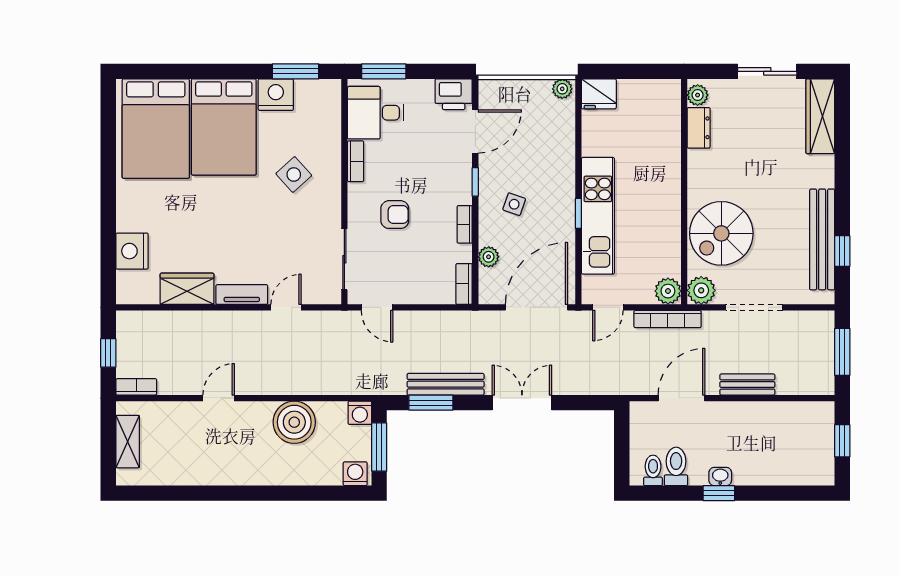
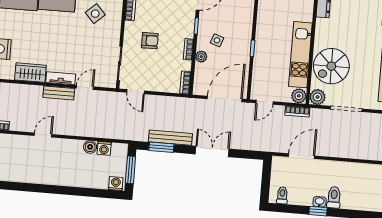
kitchen unit: (598, 216) -> (300, 55), moved, turned 180
plant: (489, 257) -> (201, 57), moved
bookcase: (668, 319) -> (297, 111), width x0.64
bench: (747, 385) -> (59, 93), moved
washing machine: (360, 413) -> (104, 148), moved
boiler: (294, 422) -> (90, 147), width x0.54, depth x0.54
toilet: (676, 466) -> (334, 197), moved

